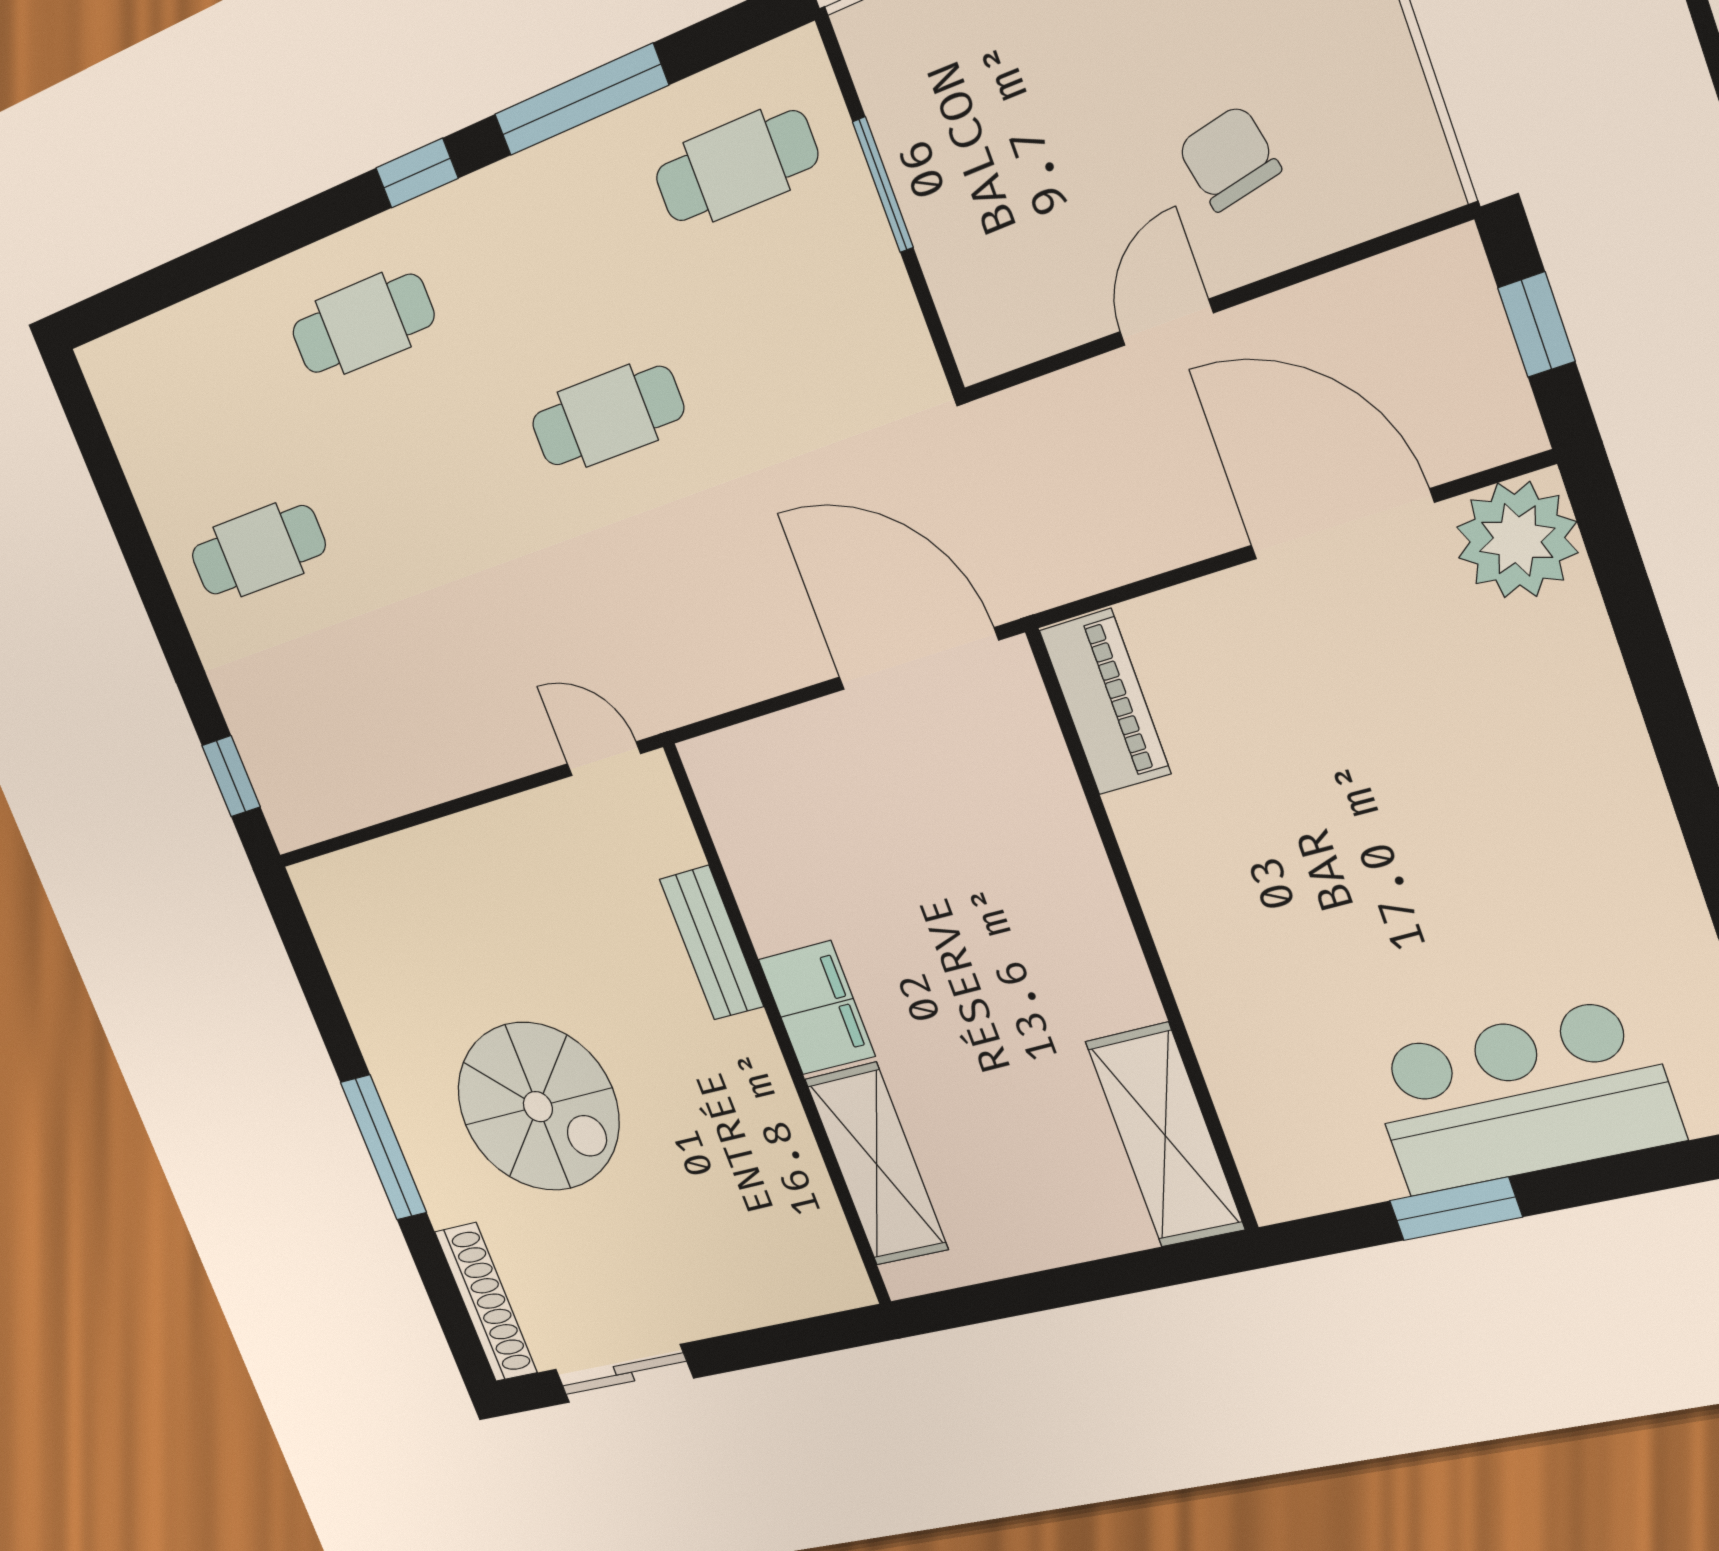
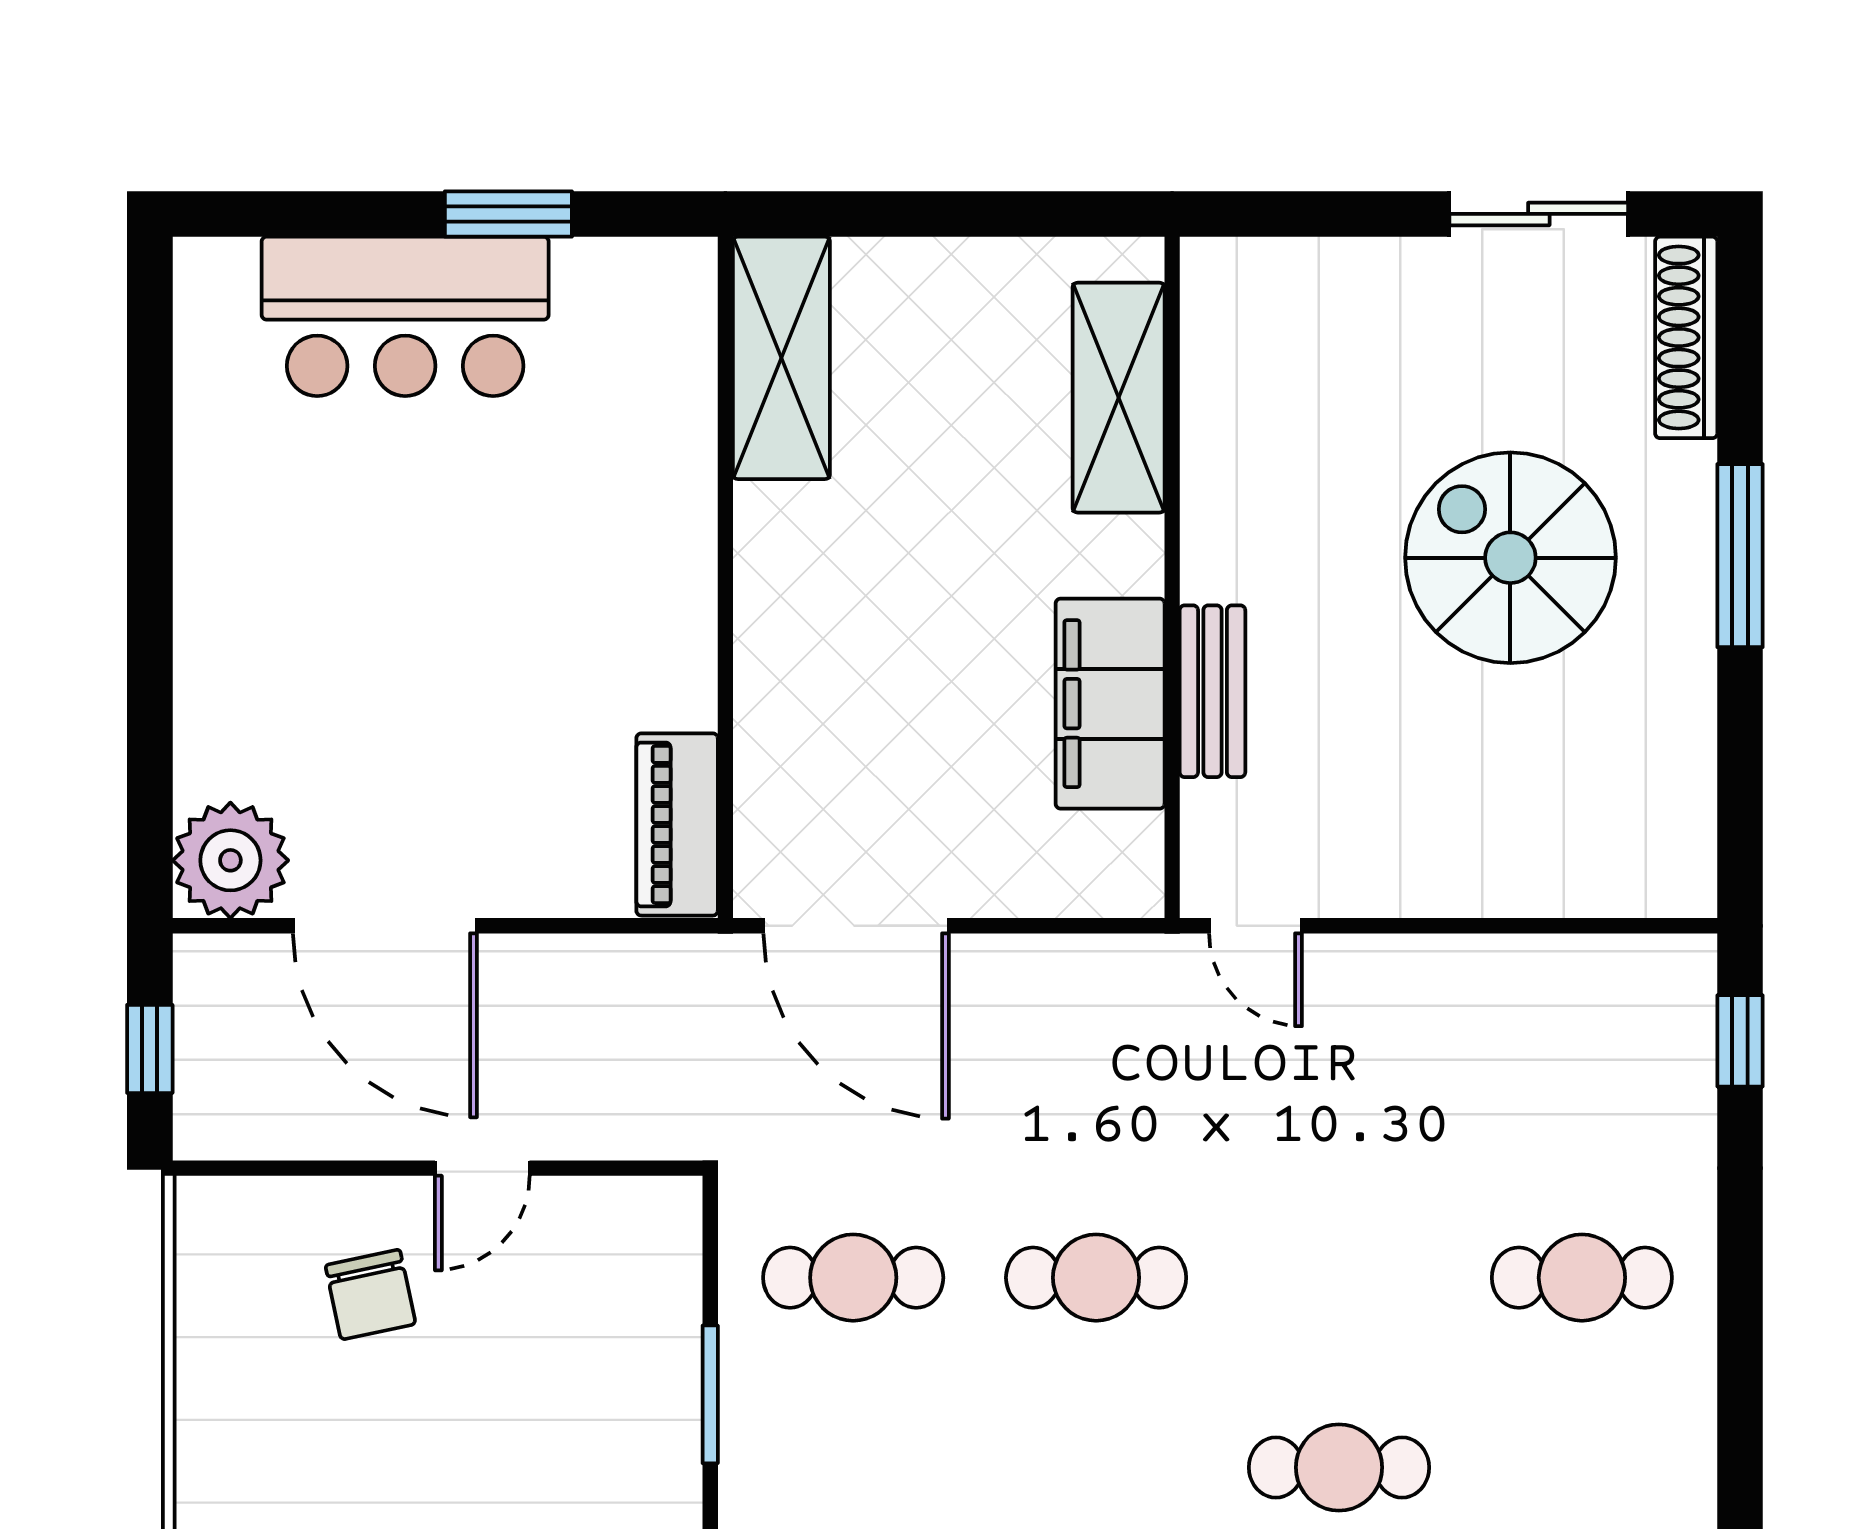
cafe table: (736, 166) -> (853, 1278), moved
filing cabinet: (817, 1008) -> (1110, 704), moved, width x1.50, depth x1.17

